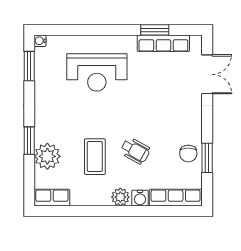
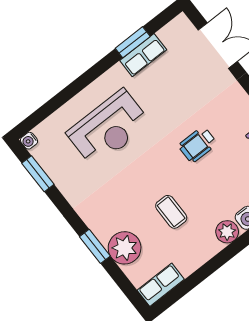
row of seats: (163, 43) -> (143, 55), width x0.68
wheelchair: (135, 151) -> (198, 145), moved, turned 151
coffee table: (95, 157) -> (171, 212), width x0.73, depth x0.77

